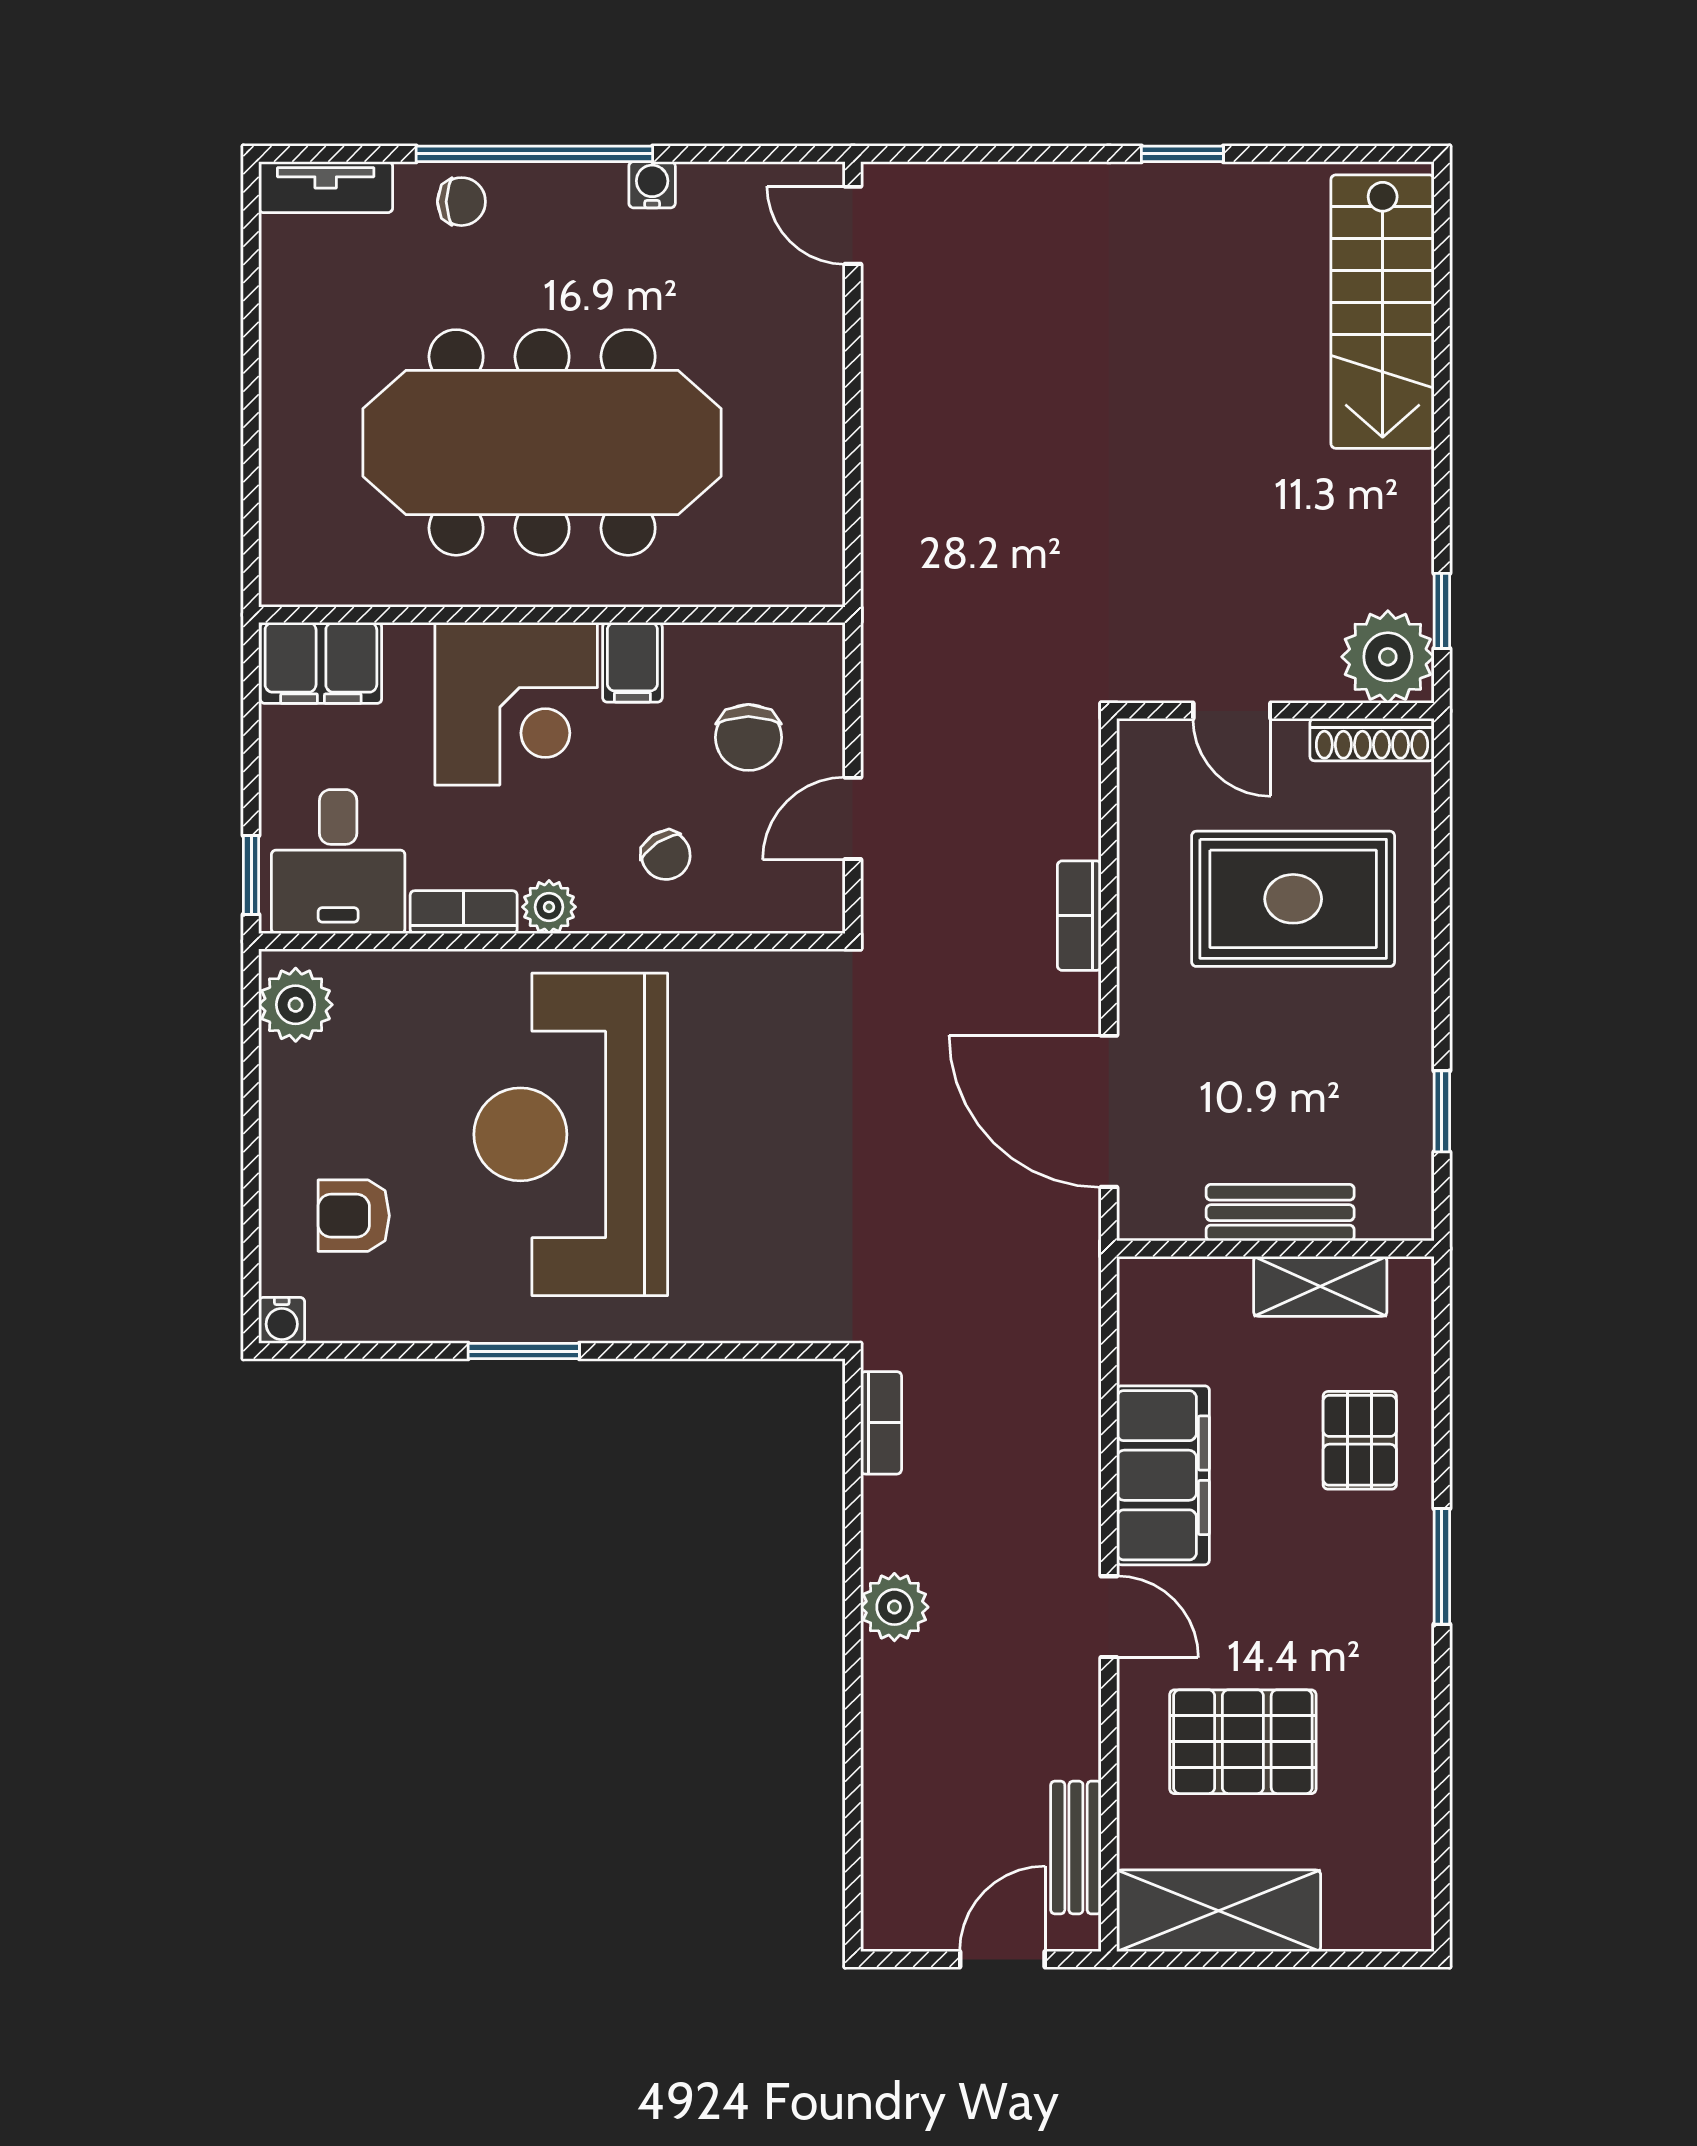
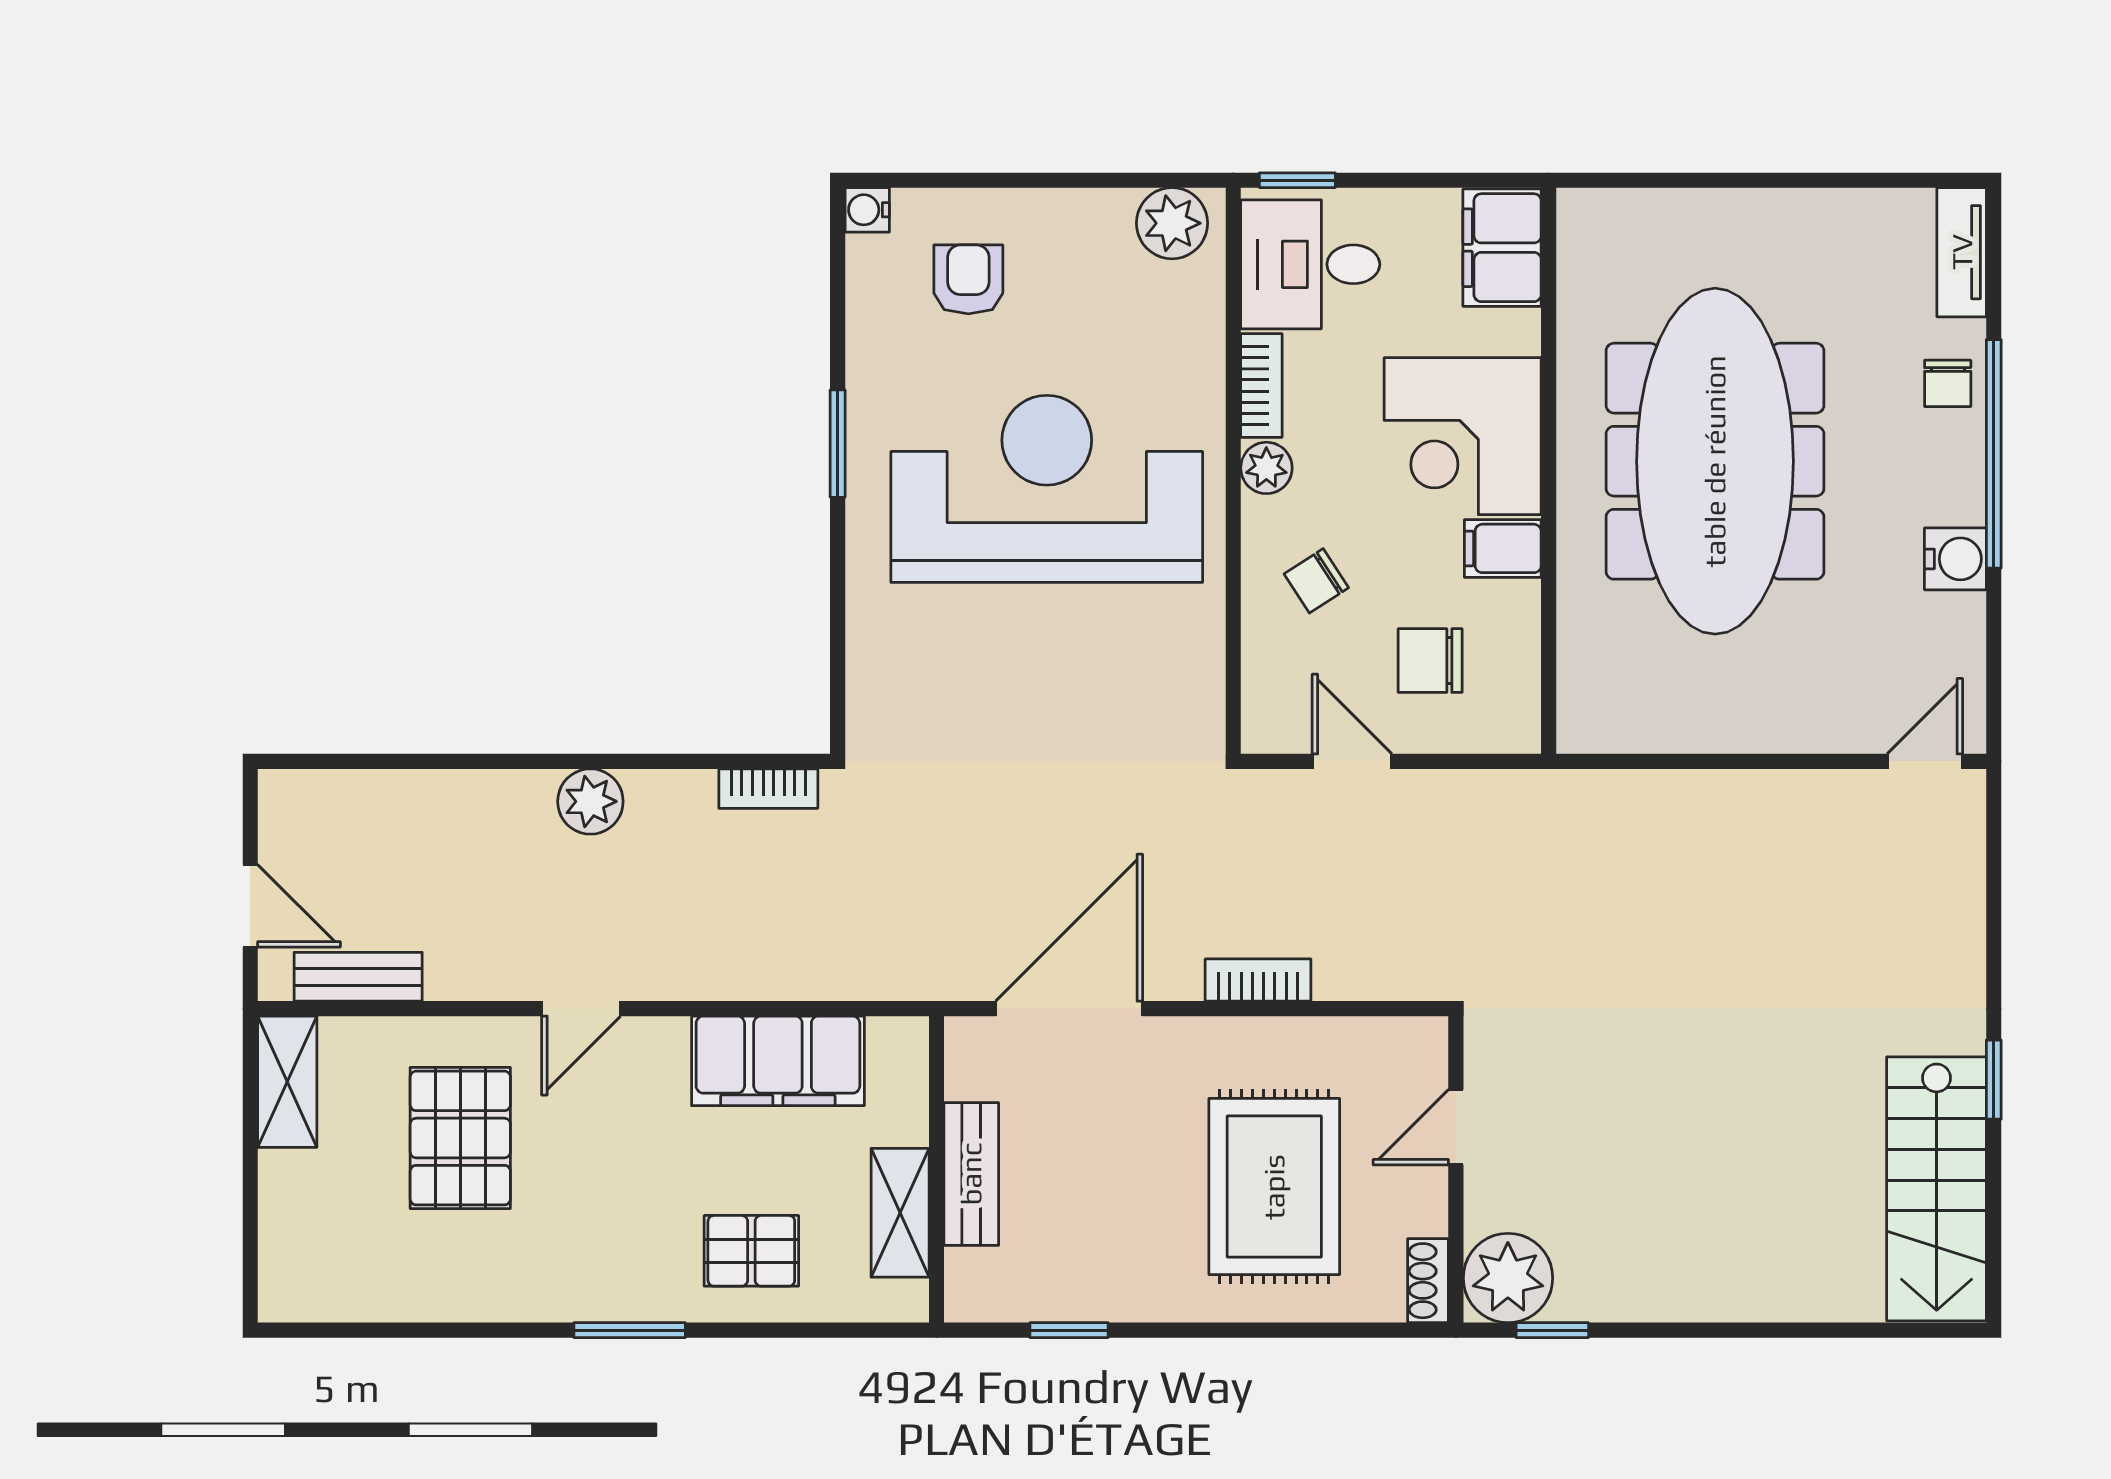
water cooler: (652, 185) -> (1955, 559), width x1.38, depth x1.38
stairs: (1383, 312) -> (1937, 1189), moved, turned -90
shoe rack: (1372, 740) -> (1428, 1281), width x0.70
filing cabinet: (1163, 1475) -> (778, 1061), moved
shelving: (1219, 1911) -> (287, 1082), width x0.67, depth x0.75

